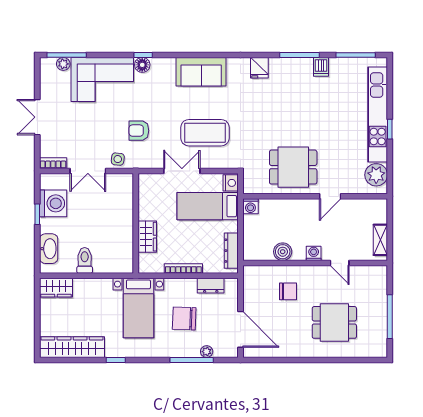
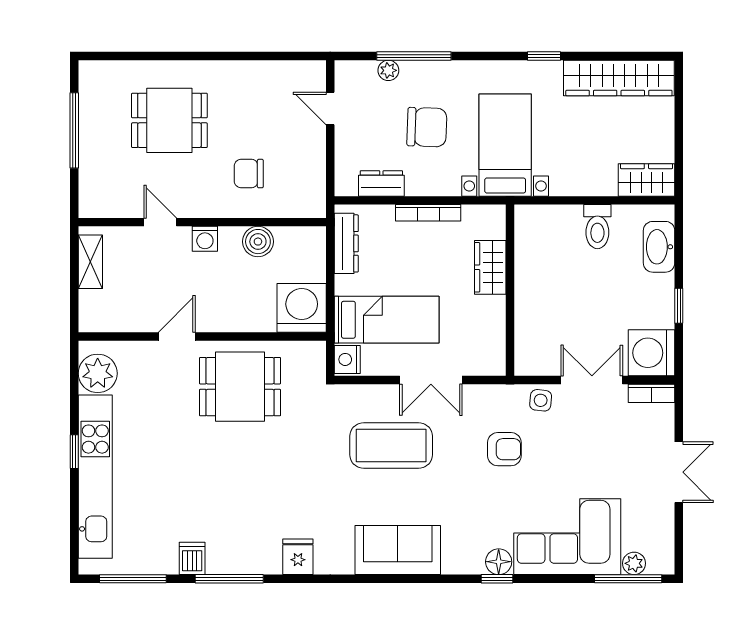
washing machine: (53, 203) -> (651, 353), moved
washing machine: (250, 206) -> (302, 308), width x1.89, depth x1.89
door: (241, 329) -> (330, 108), width x0.53

